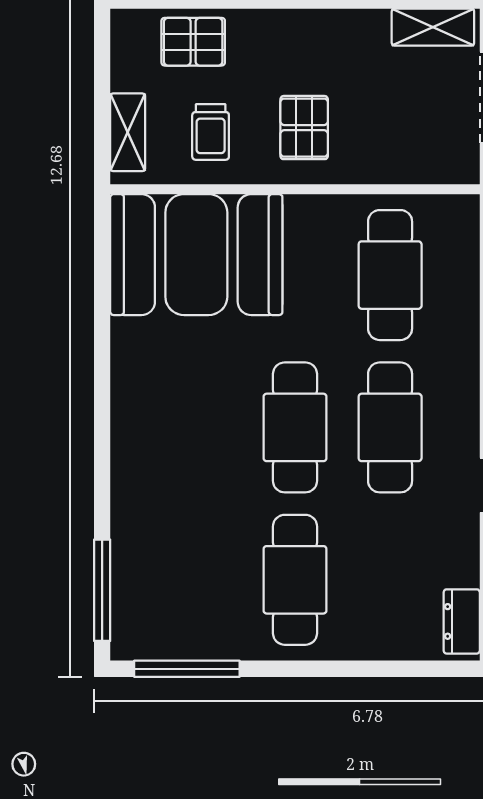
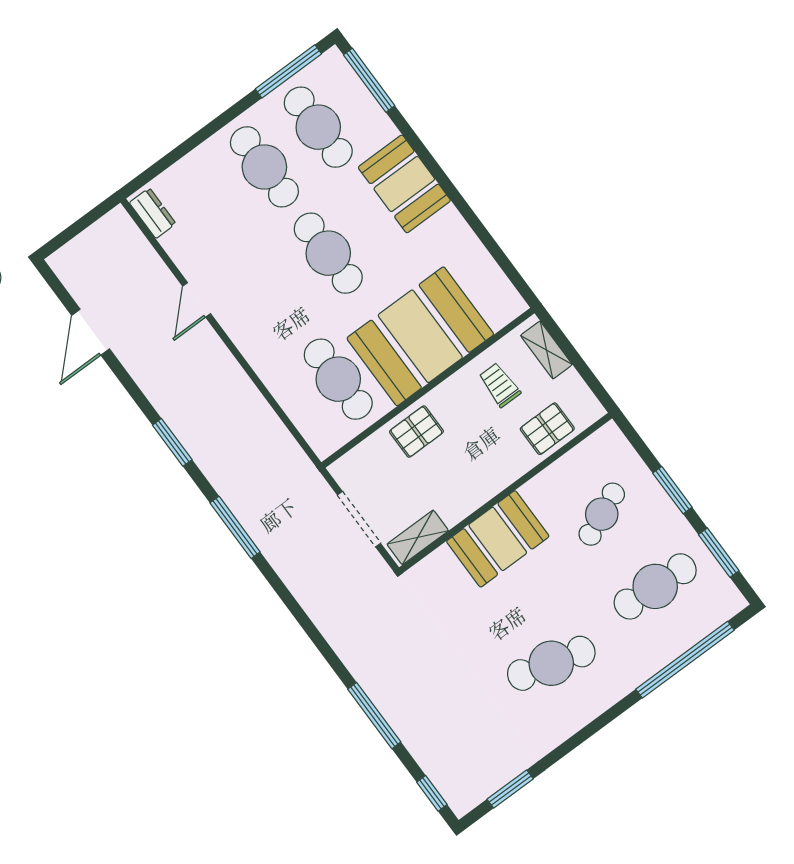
pallet: (304, 128) -> (416, 432), moved, turned 90
booth: (196, 255) -> (420, 336), moved
cafe table: (390, 427) -> (318, 127), moved
booth: (150, 442) -> (404, 184), added

